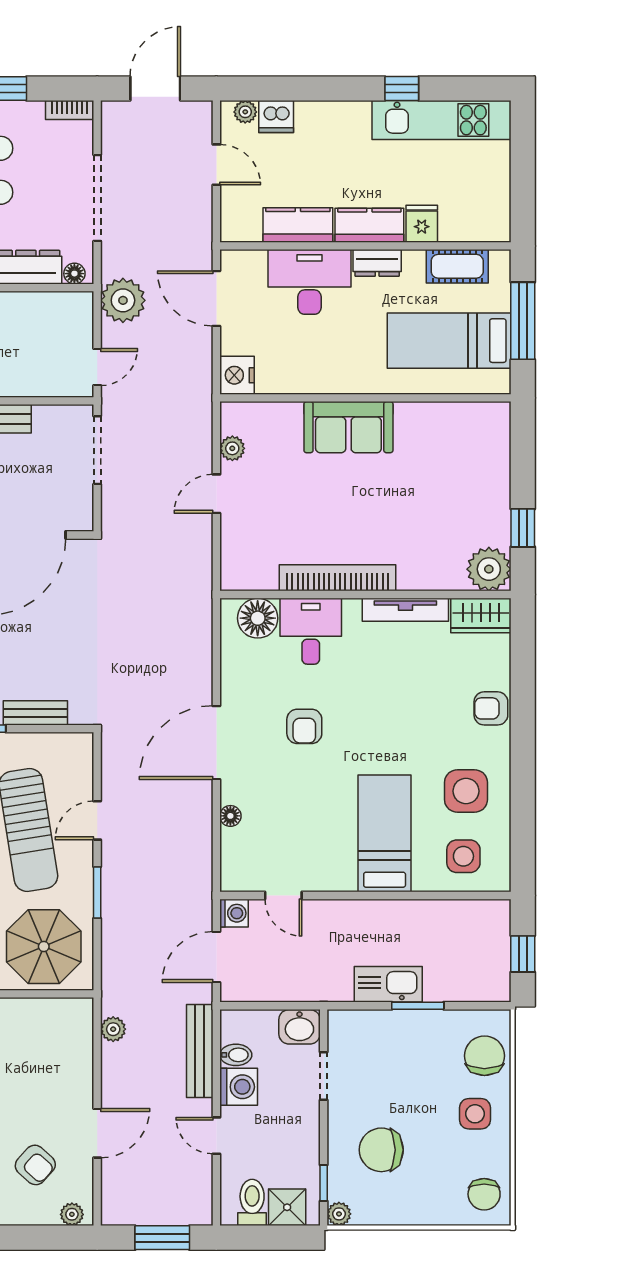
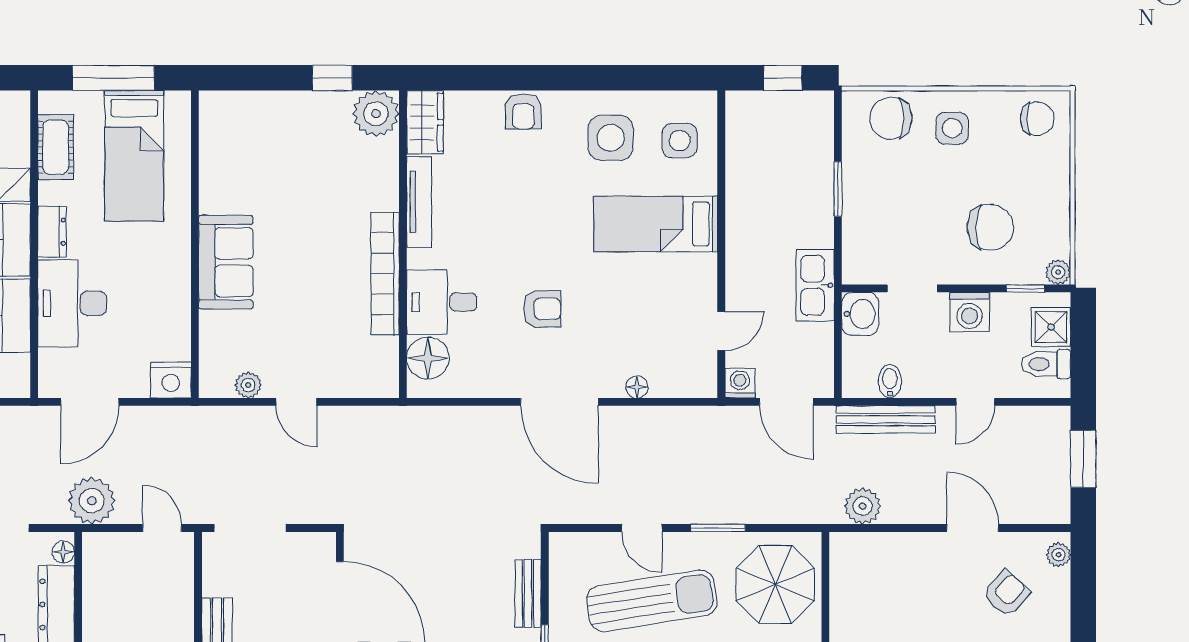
kitchen sink: (388, 984) -> (815, 285), moved
plant: (113, 1029) -> (863, 506), width x1.38, depth x1.38
washing machine: (239, 1087) -> (970, 312), moved, turned 180
chair: (381, 1150) -> (990, 227), turned -90

